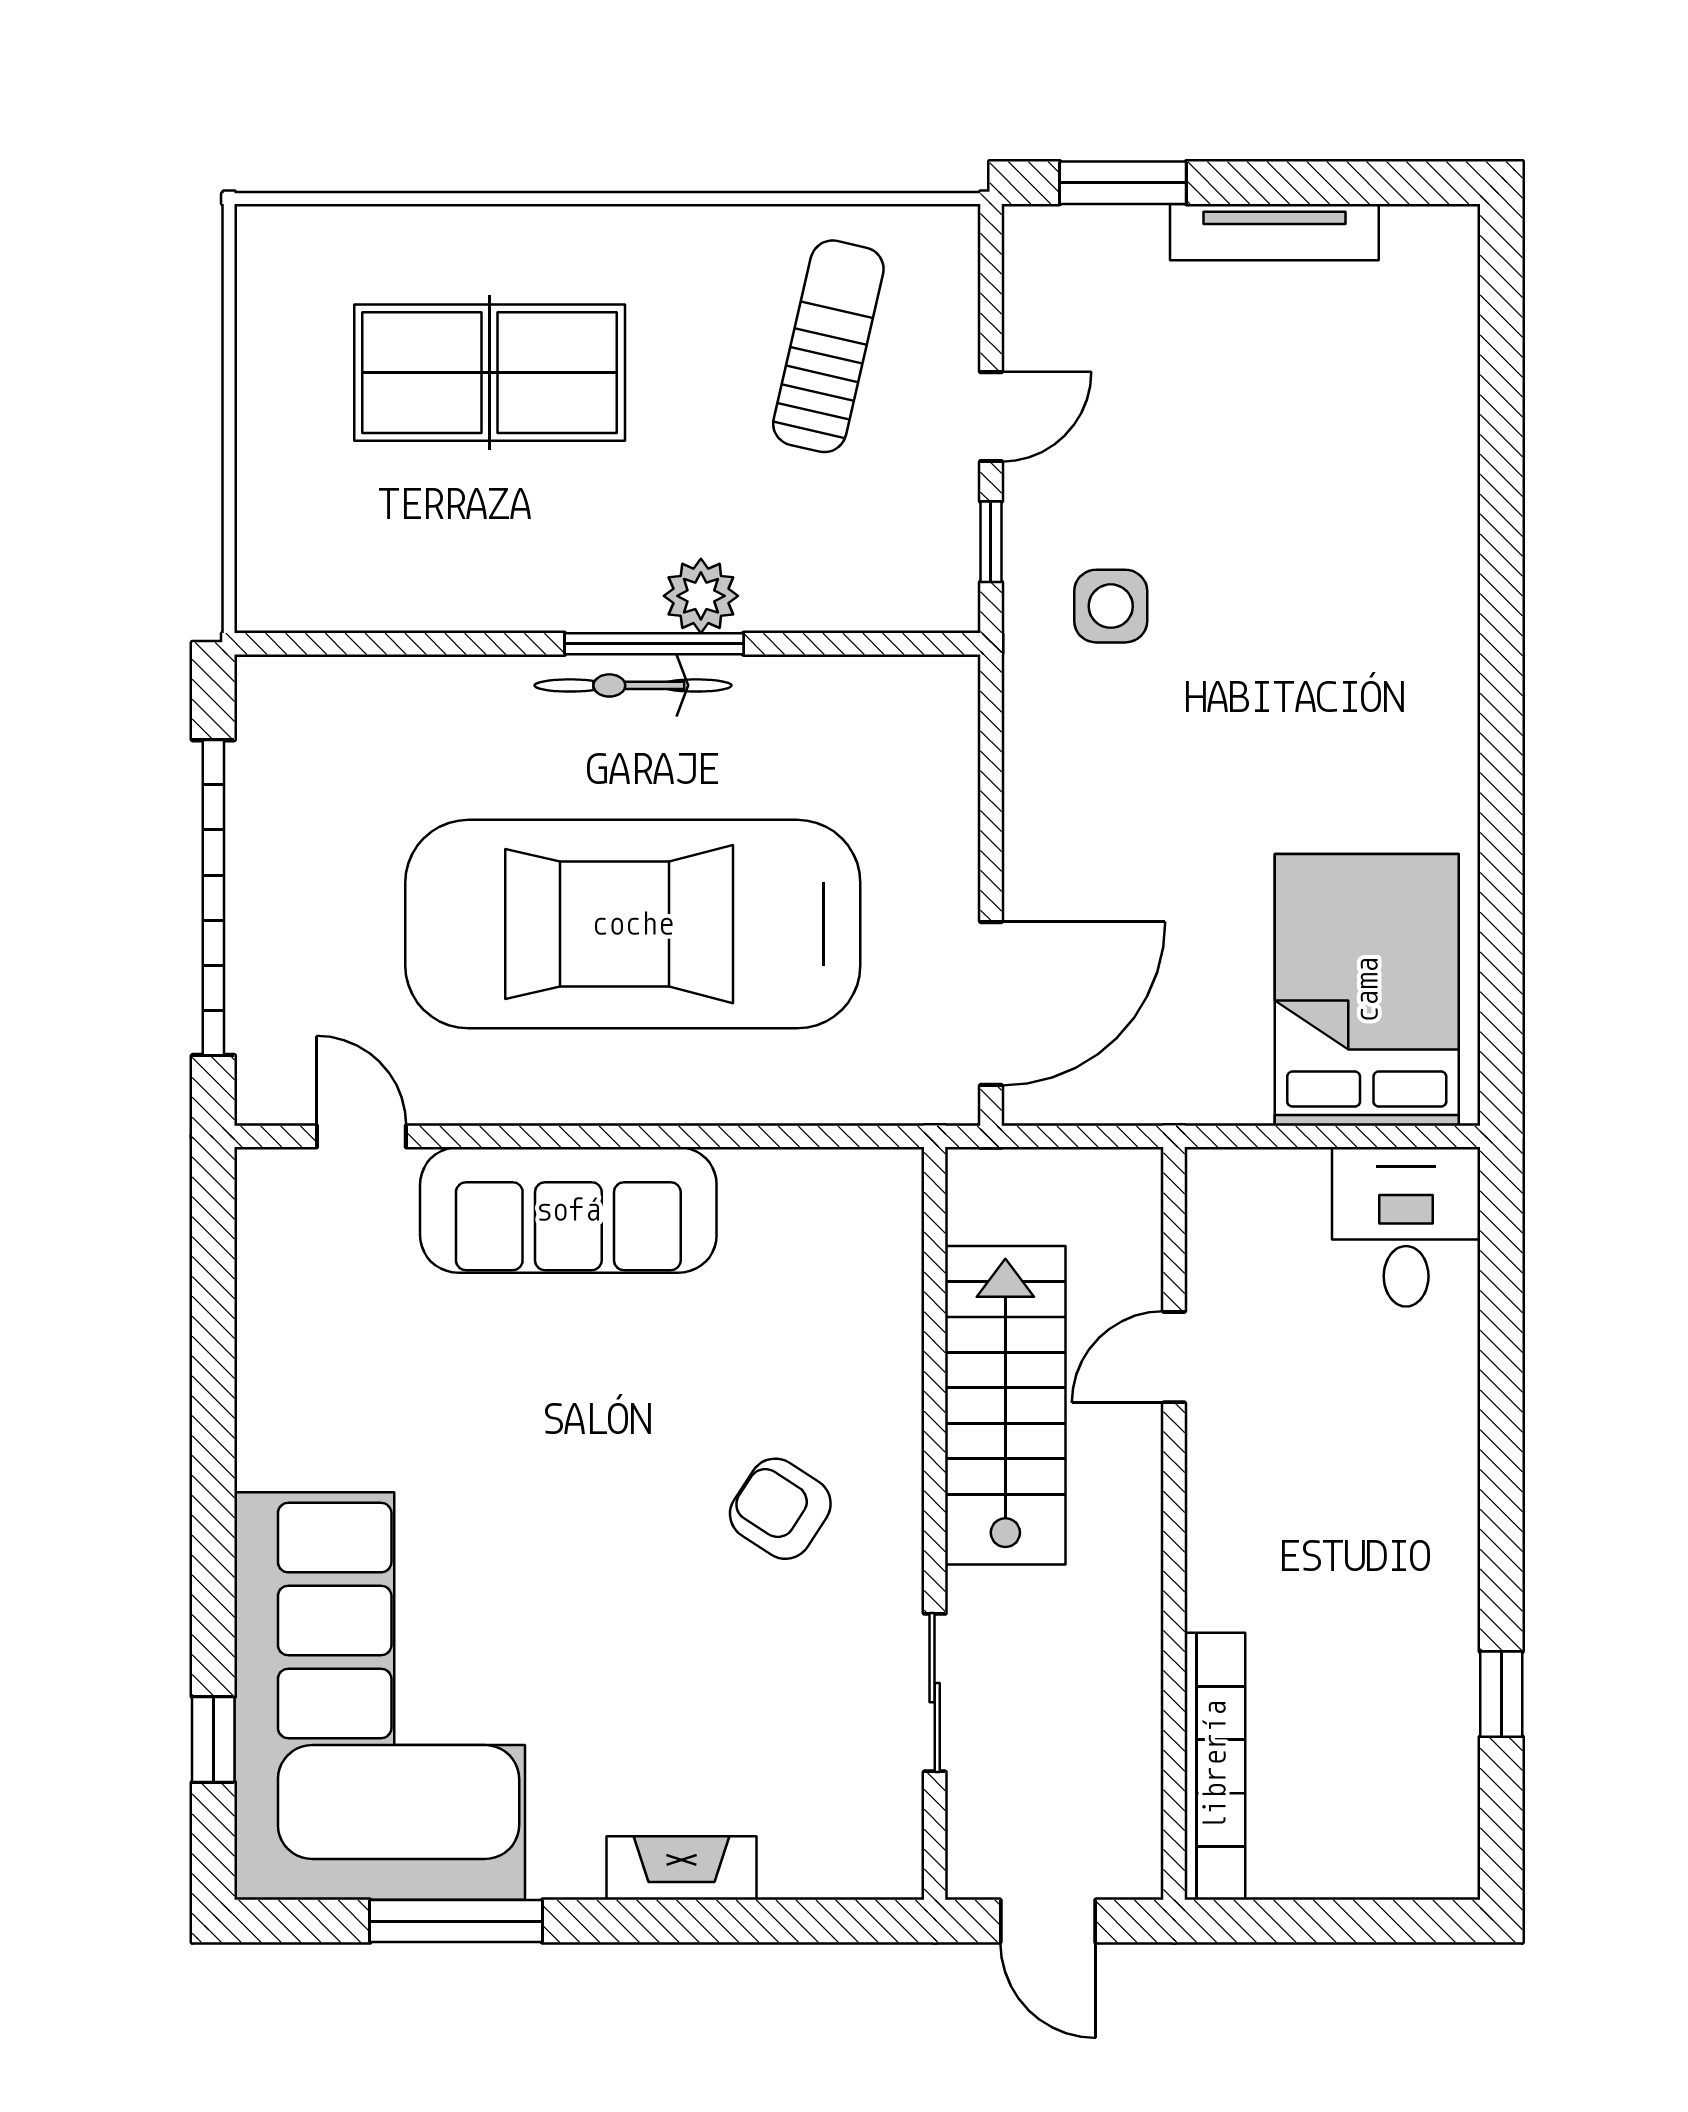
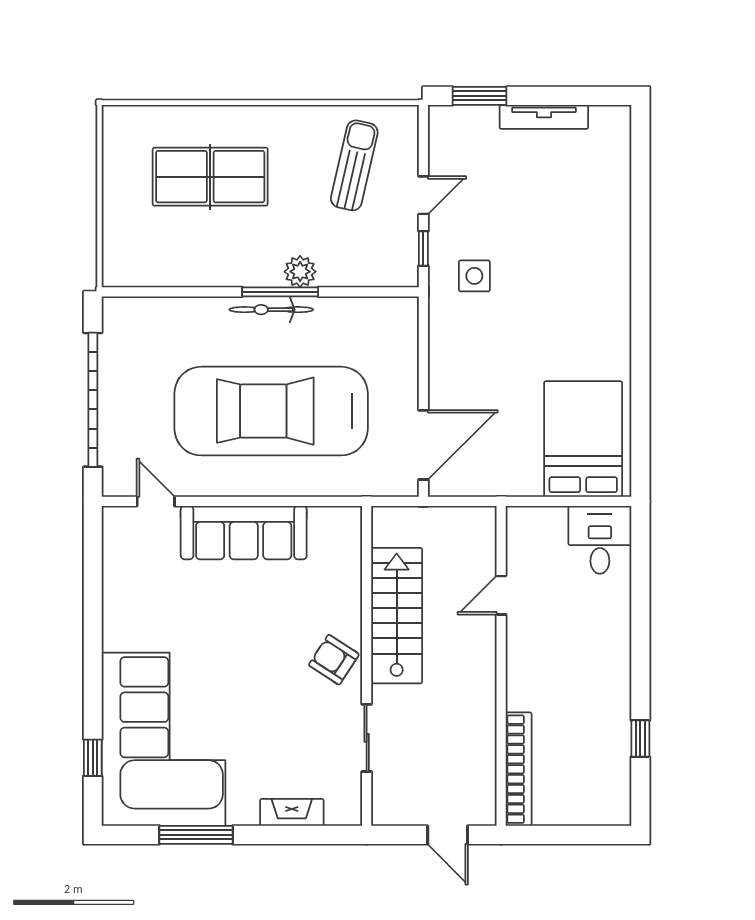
stairs: (1005, 1405) -> (397, 616), moved
wall: (935, 1523) -> (367, 666), moved
sliding door: (935, 1693) -> (367, 738), moved

